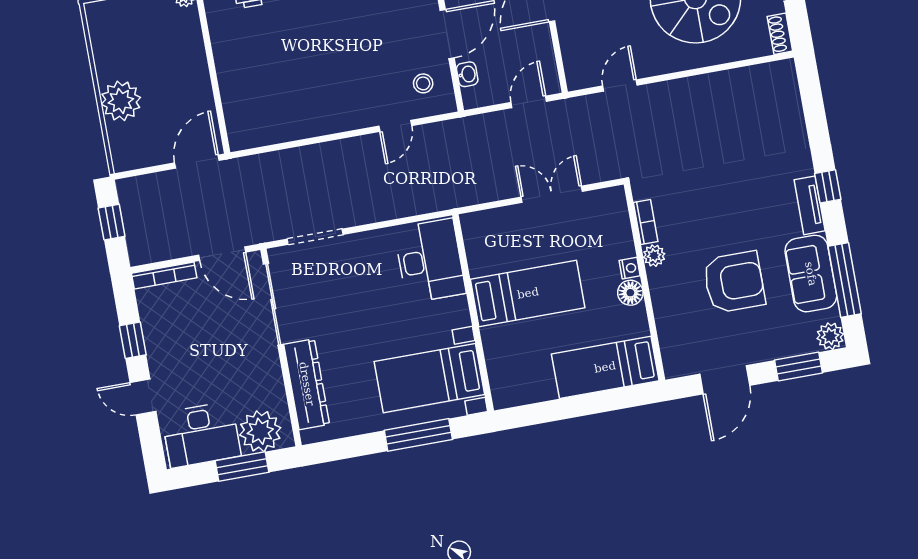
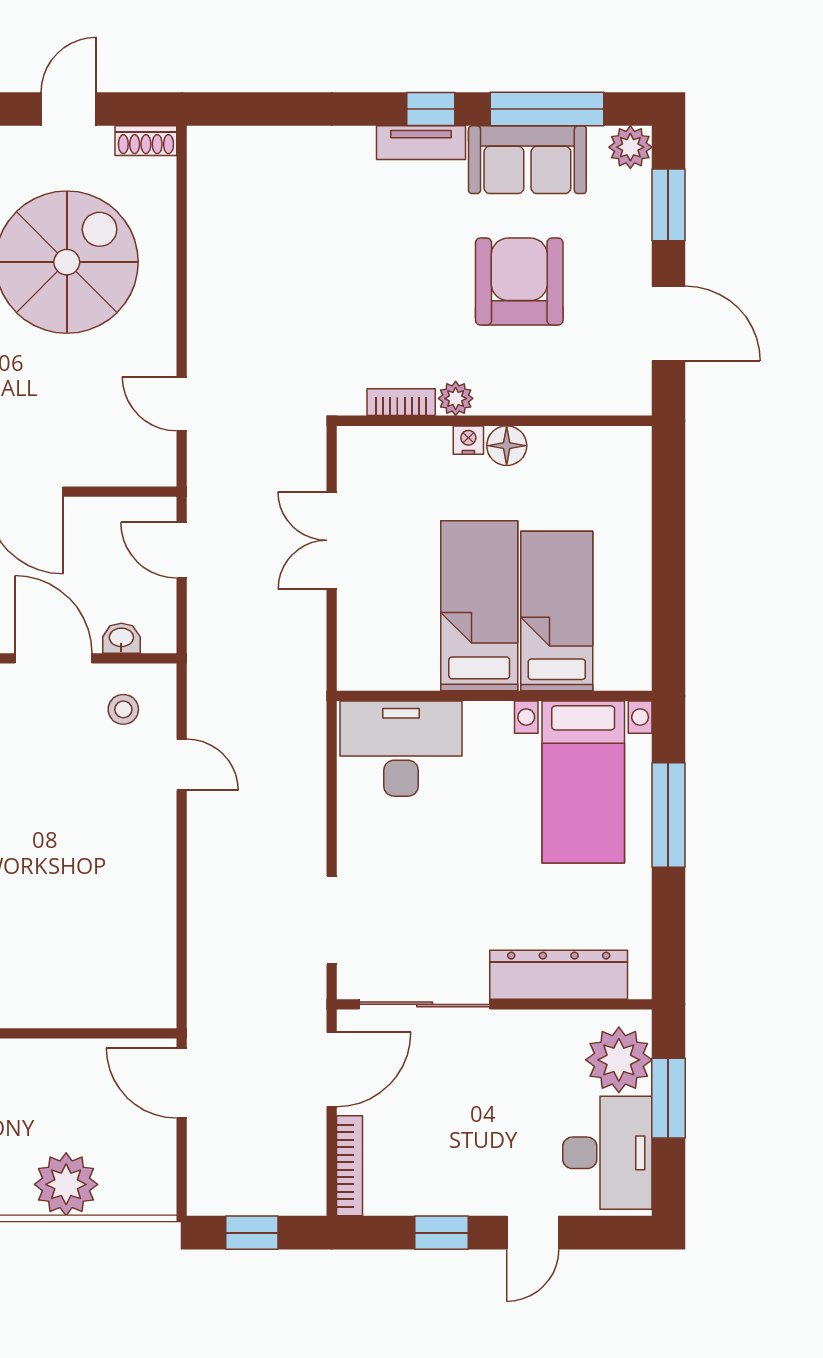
window: (828, 186) -> (431, 109), moved
bed: (605, 367) -> (557, 611), moved, turned 180

